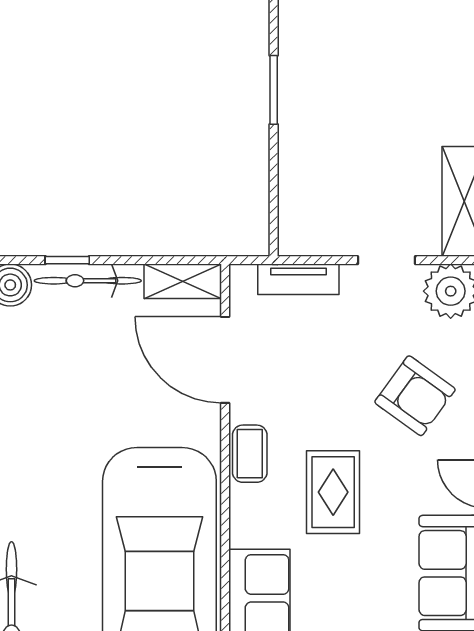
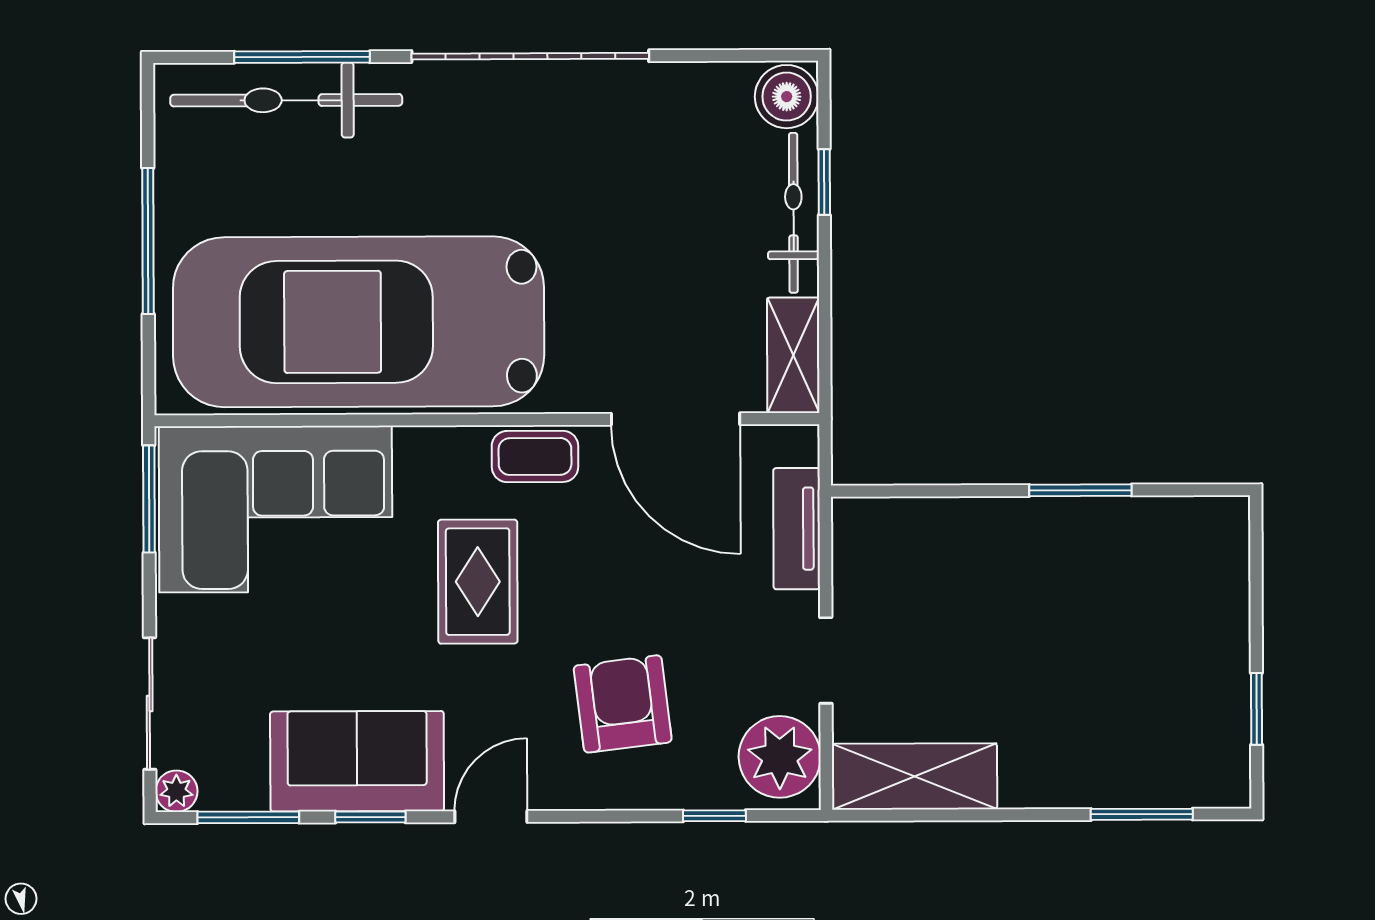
door: (225, 360) -> (676, 419), swing flipped
armchair: (415, 396) -> (623, 704), turned 137
rug: (333, 492) -> (478, 582), turned 90

